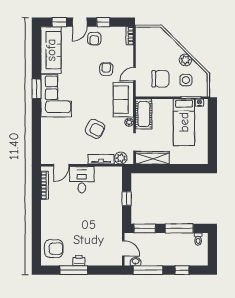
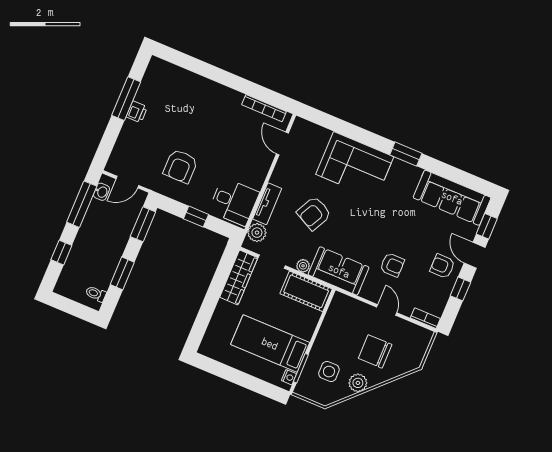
door: (135, 74) -> (387, 310), moved
chair: (160, 79) -> (375, 351), moved, turned 90
corner sofa: (56, 96) -> (355, 165), moved
desk: (82, 180) -> (234, 202), moved
window: (179, 228) -> (122, 273), width x0.69
armchair: (54, 249) -> (180, 166), moved

